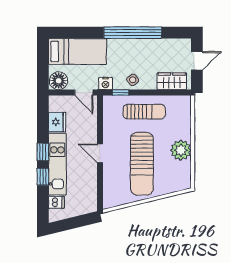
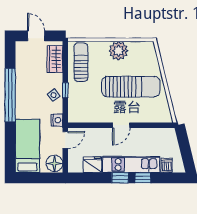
window: (121, 93) -> (65, 90), moved
sun lounger: (144, 112) -> (81, 62), moved

